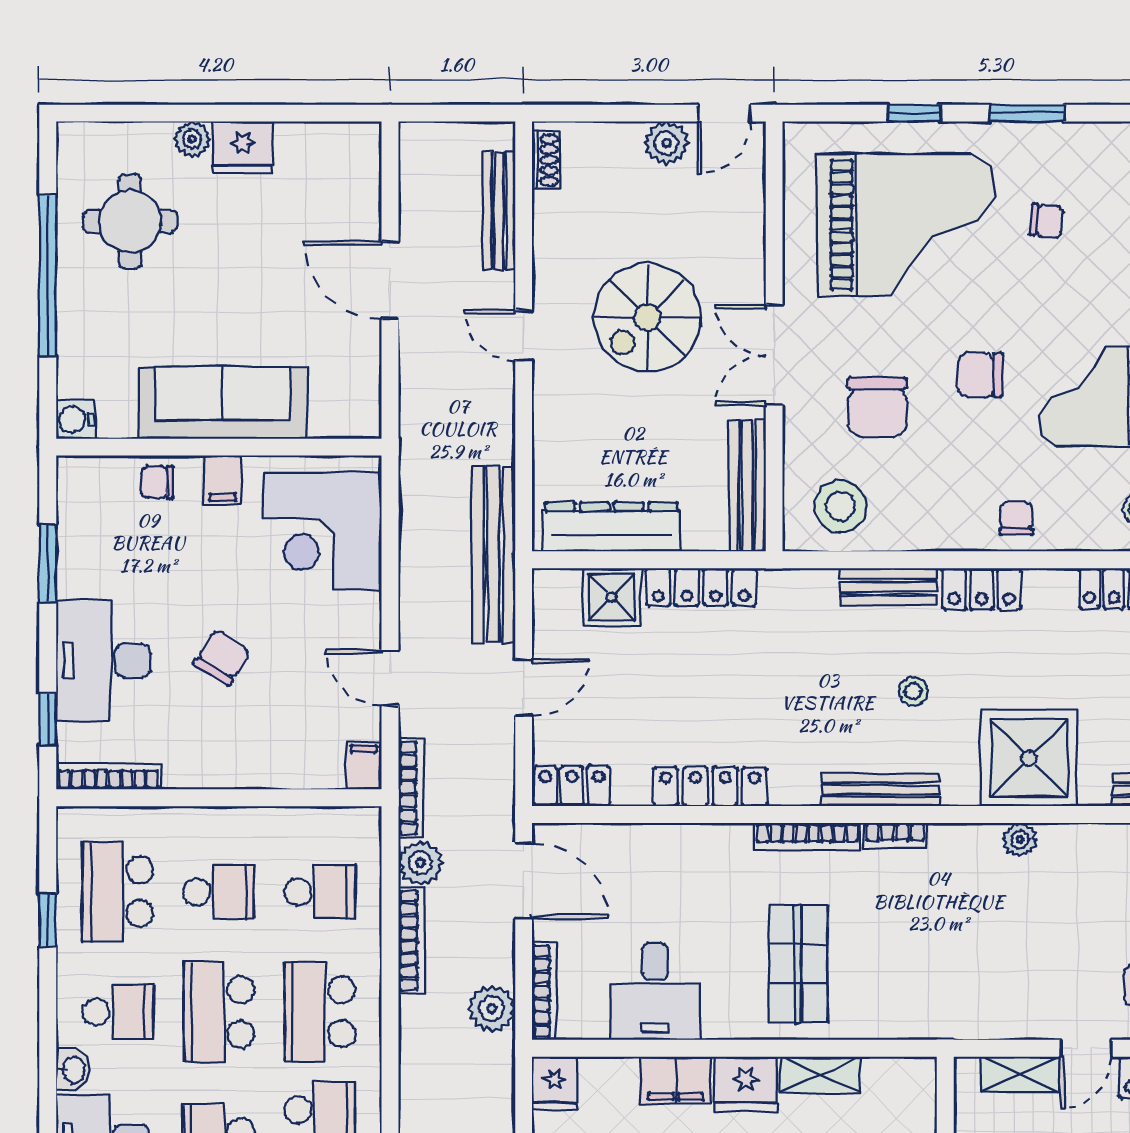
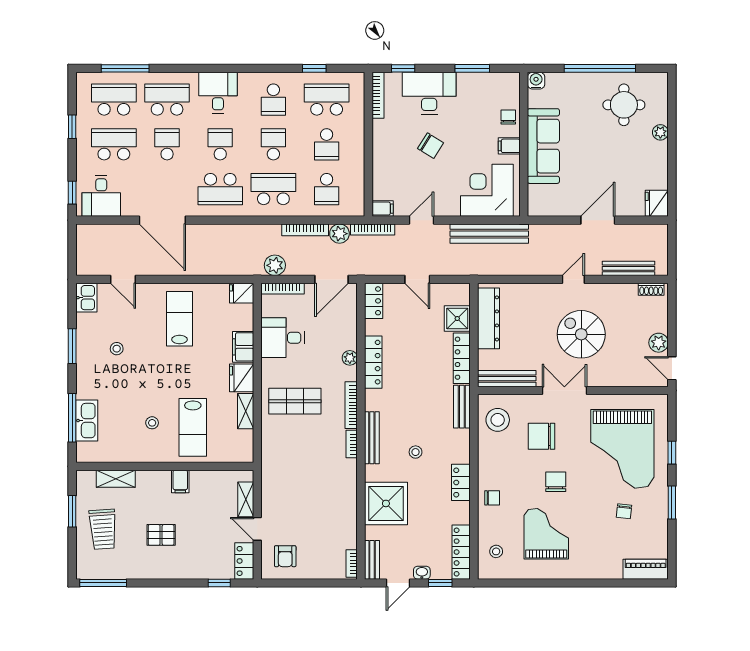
fridge: (243, 147) -> (657, 203), moved
bench: (493, 554) -> (489, 234), moved
bench: (888, 587) -> (462, 407), moved
plant: (1020, 840) -> (350, 358), moved
school desk: (219, 1012) -> (273, 144), width x0.54
washbasin: (73, 1070) -> (248, 80), removed

